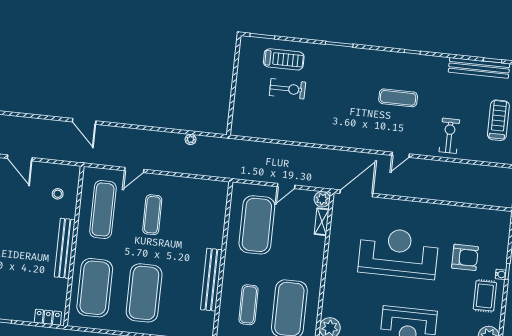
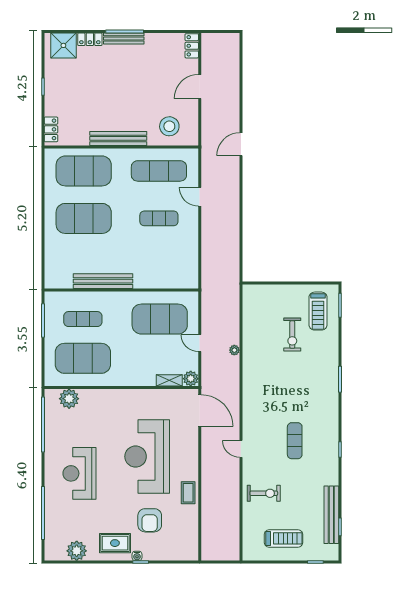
treadmill: (284, 59) -> (318, 311), moved
plant: (191, 139) -> (234, 350), moved
stool: (58, 194) -> (169, 126), width x1.89, depth x1.89
coffee table: (441, 214) -> (188, 493), added
reception desk: (398, 253) -> (147, 457), turned 180

